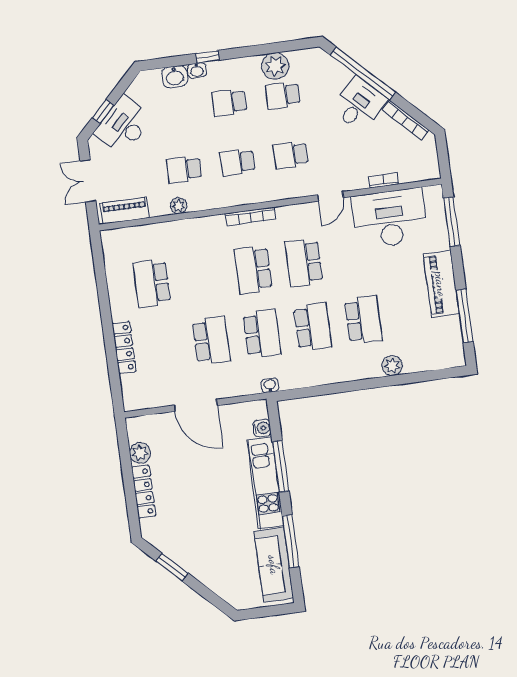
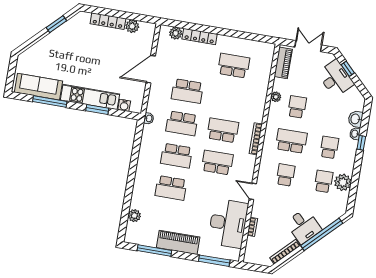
school desk: (237, 162) -> (291, 141), width x1.85
plant: (392, 366) -> (134, 216), moved
plant: (130, 385) -> (176, 33), added
window: (281, 466) -> (97, 110), width x0.69

